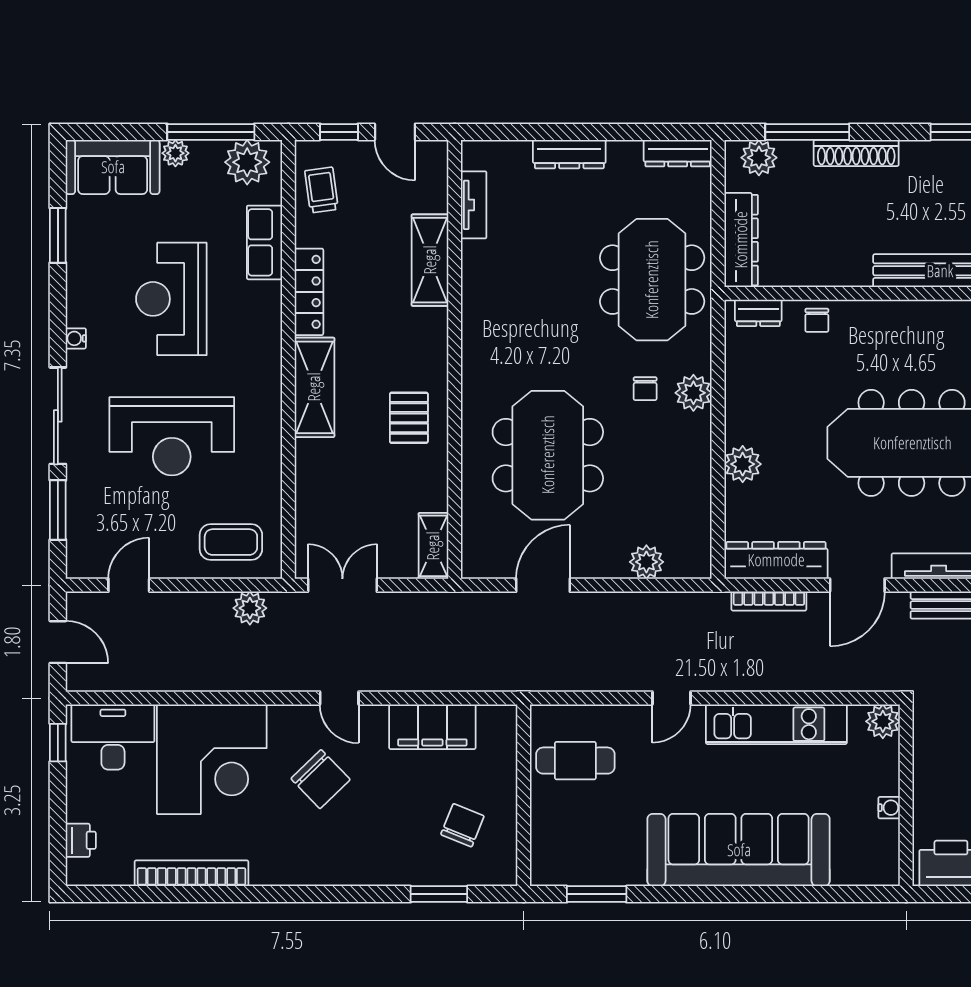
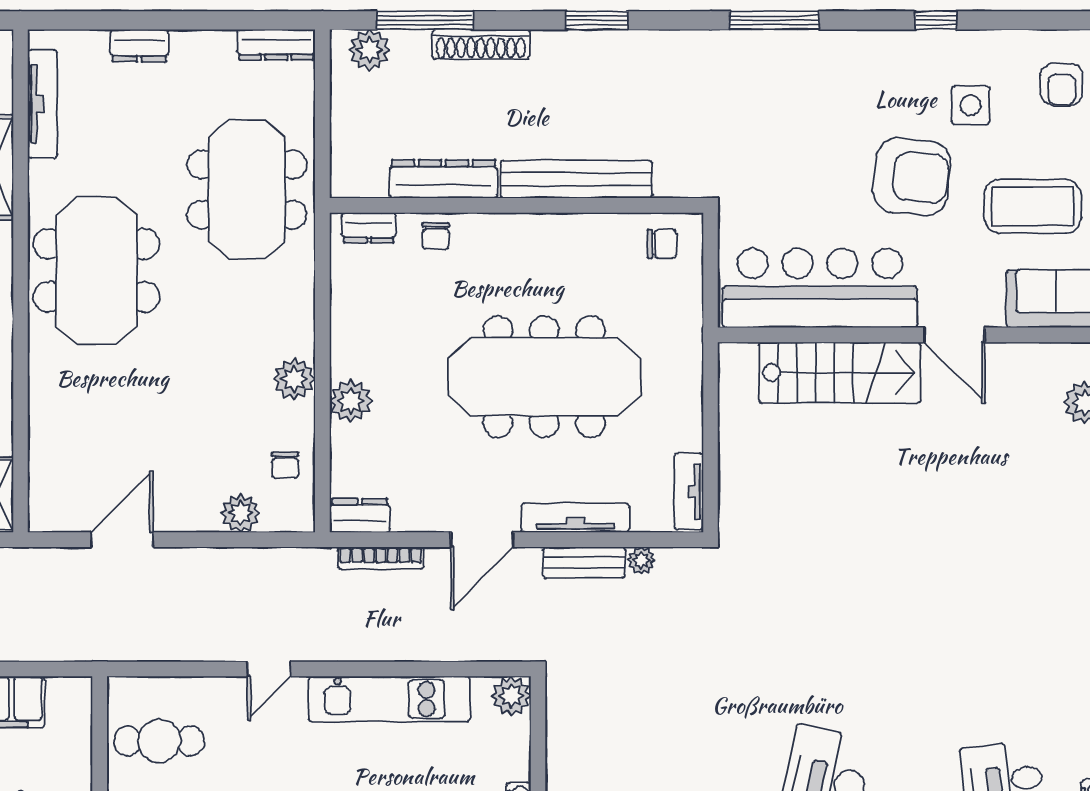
dresser: (569, 154) -> (139, 46), width x0.70
tv unit: (474, 205) -> (42, 104), width x1.41
dresser: (741, 240) -> (443, 179), moved, turned -90
chair: (645, 389) -> (285, 465), moved
plant: (693, 393) -> (294, 379), moved
meeting table: (548, 455) -> (96, 270), moved
dresser: (776, 560) -> (360, 516), width x0.51, depth x0.80

